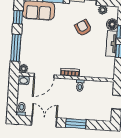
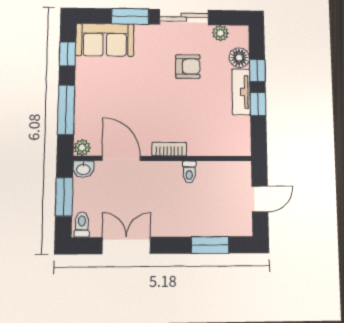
armchair: (83, 28) -> (188, 67), turned 122
door: (44, 76) -> (121, 158), swing flipped
window: (13, 94) -> (64, 197), added
window: (76, 124) -> (210, 245), moved

